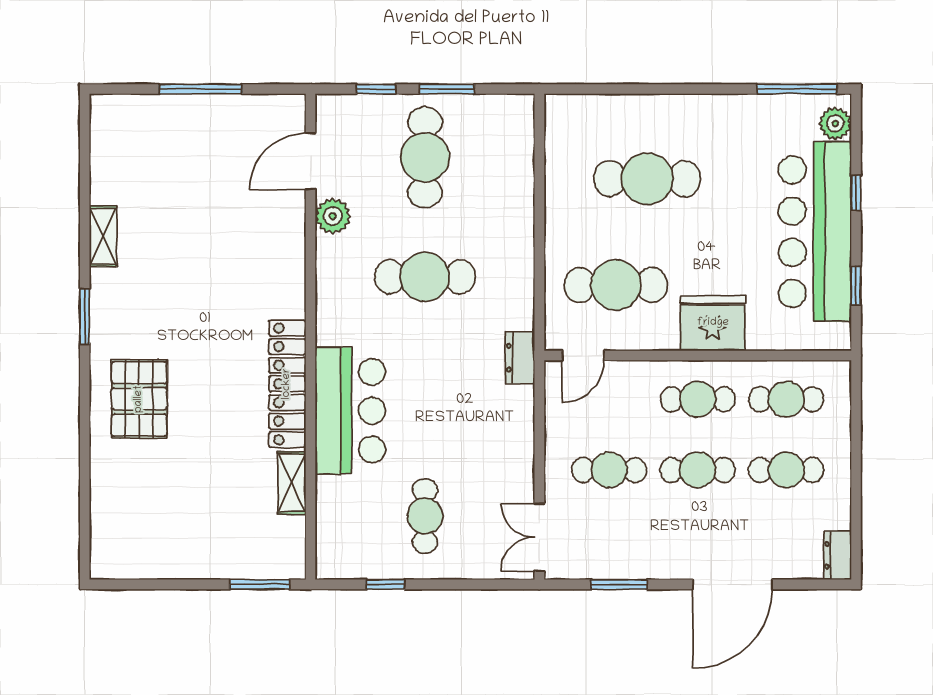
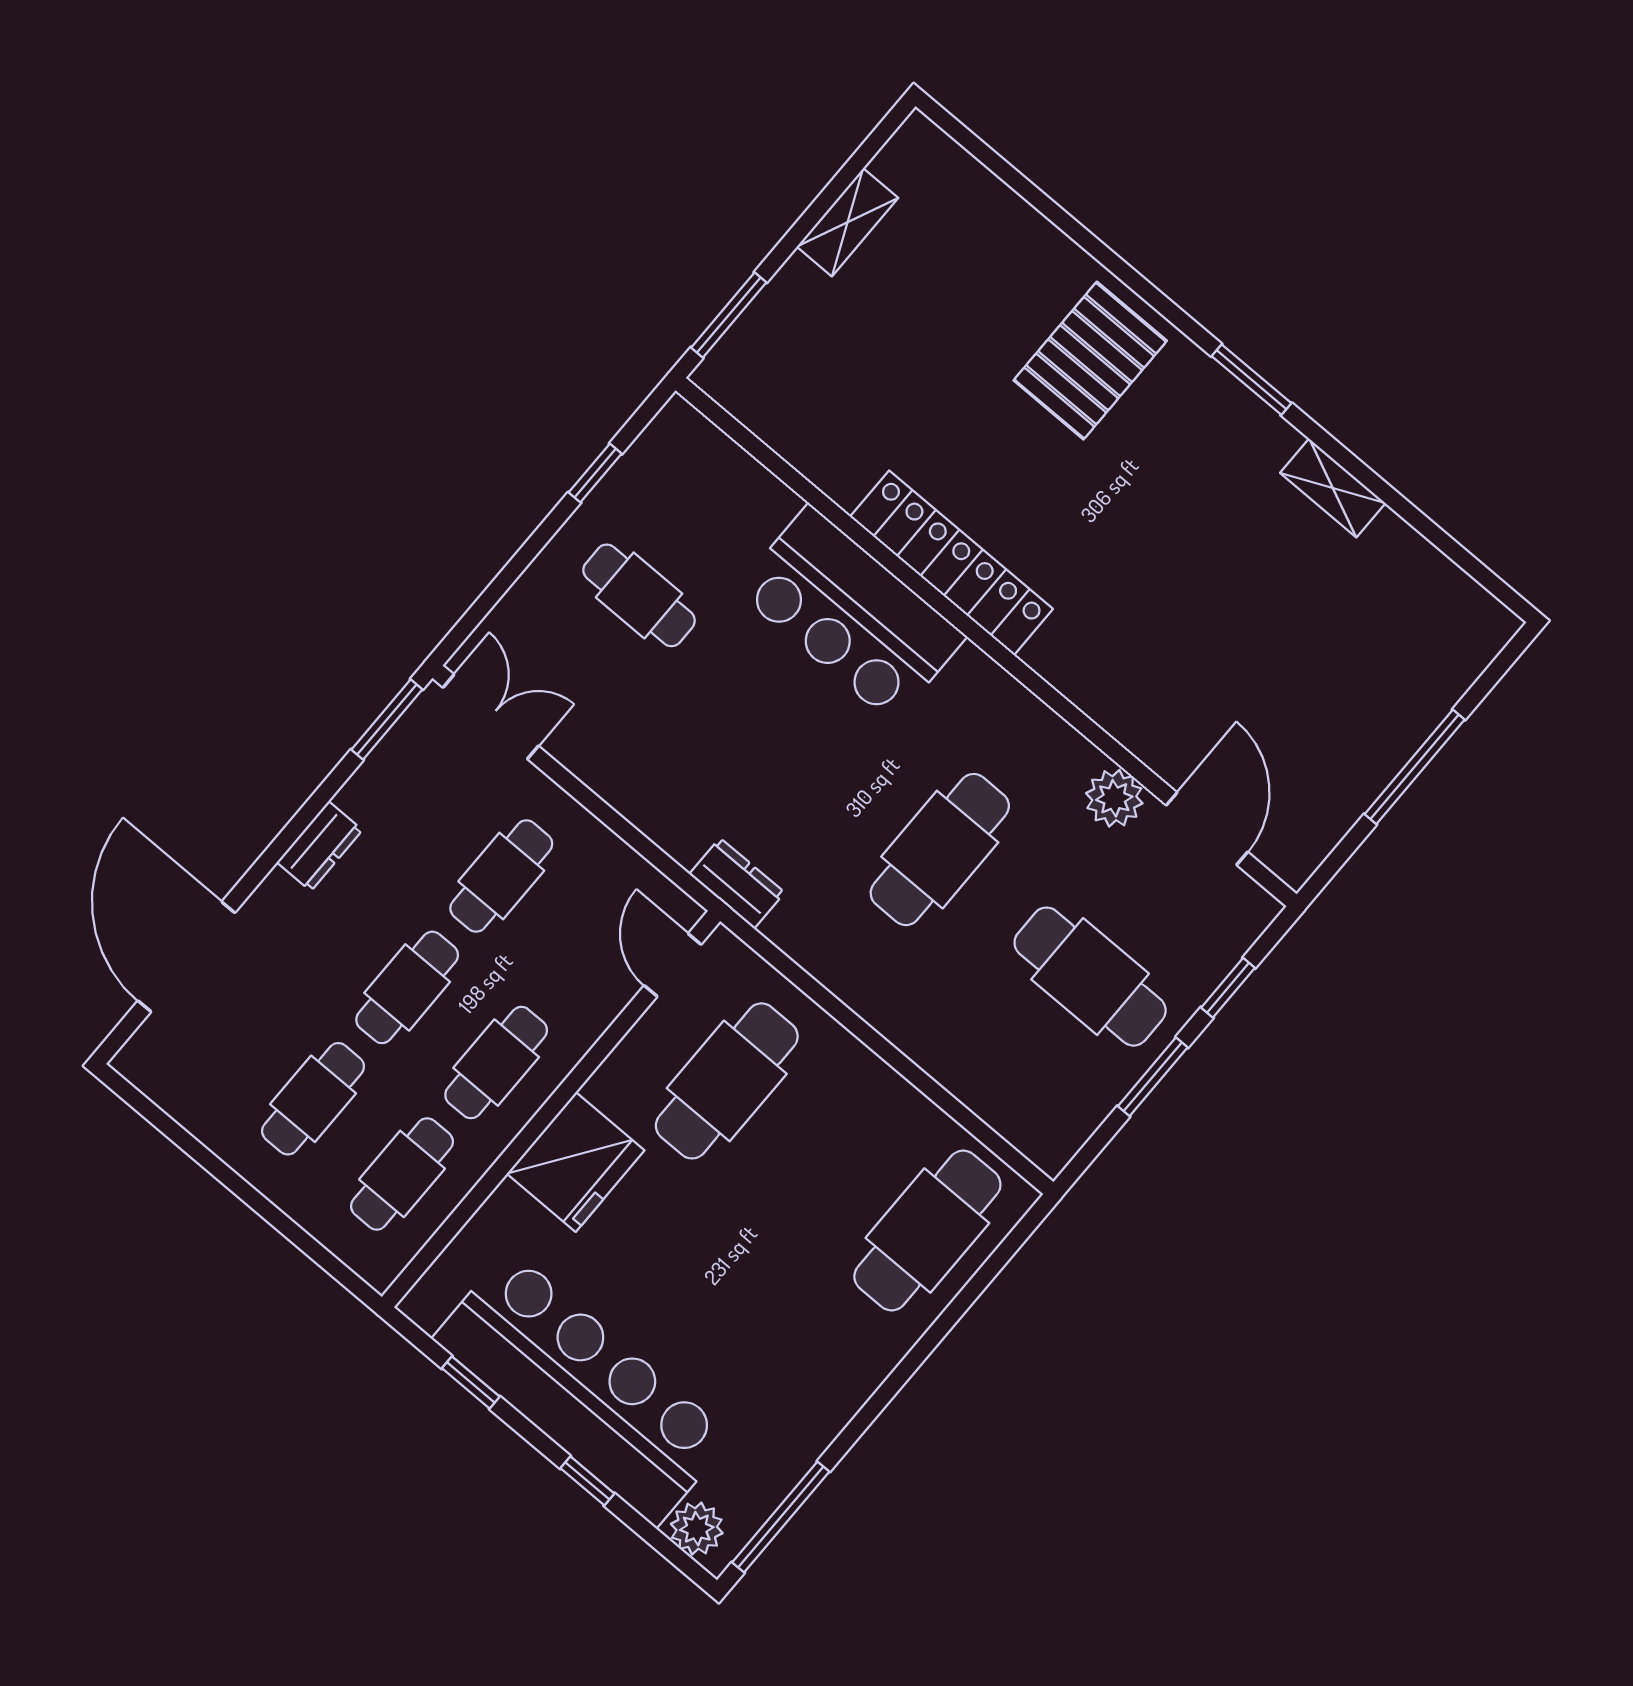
cafe table: (647, 179) -> (927, 1231), moved
pallet: (139, 399) -> (1090, 361), turned 90
shelving: (292, 483) -> (847, 222), moved, turned 90
dresser: (838, 555) -> (320, 846), moved, turned 90
window: (619, 584) -> (387, 719), moved
door: (733, 584) -> (186, 957), moved

